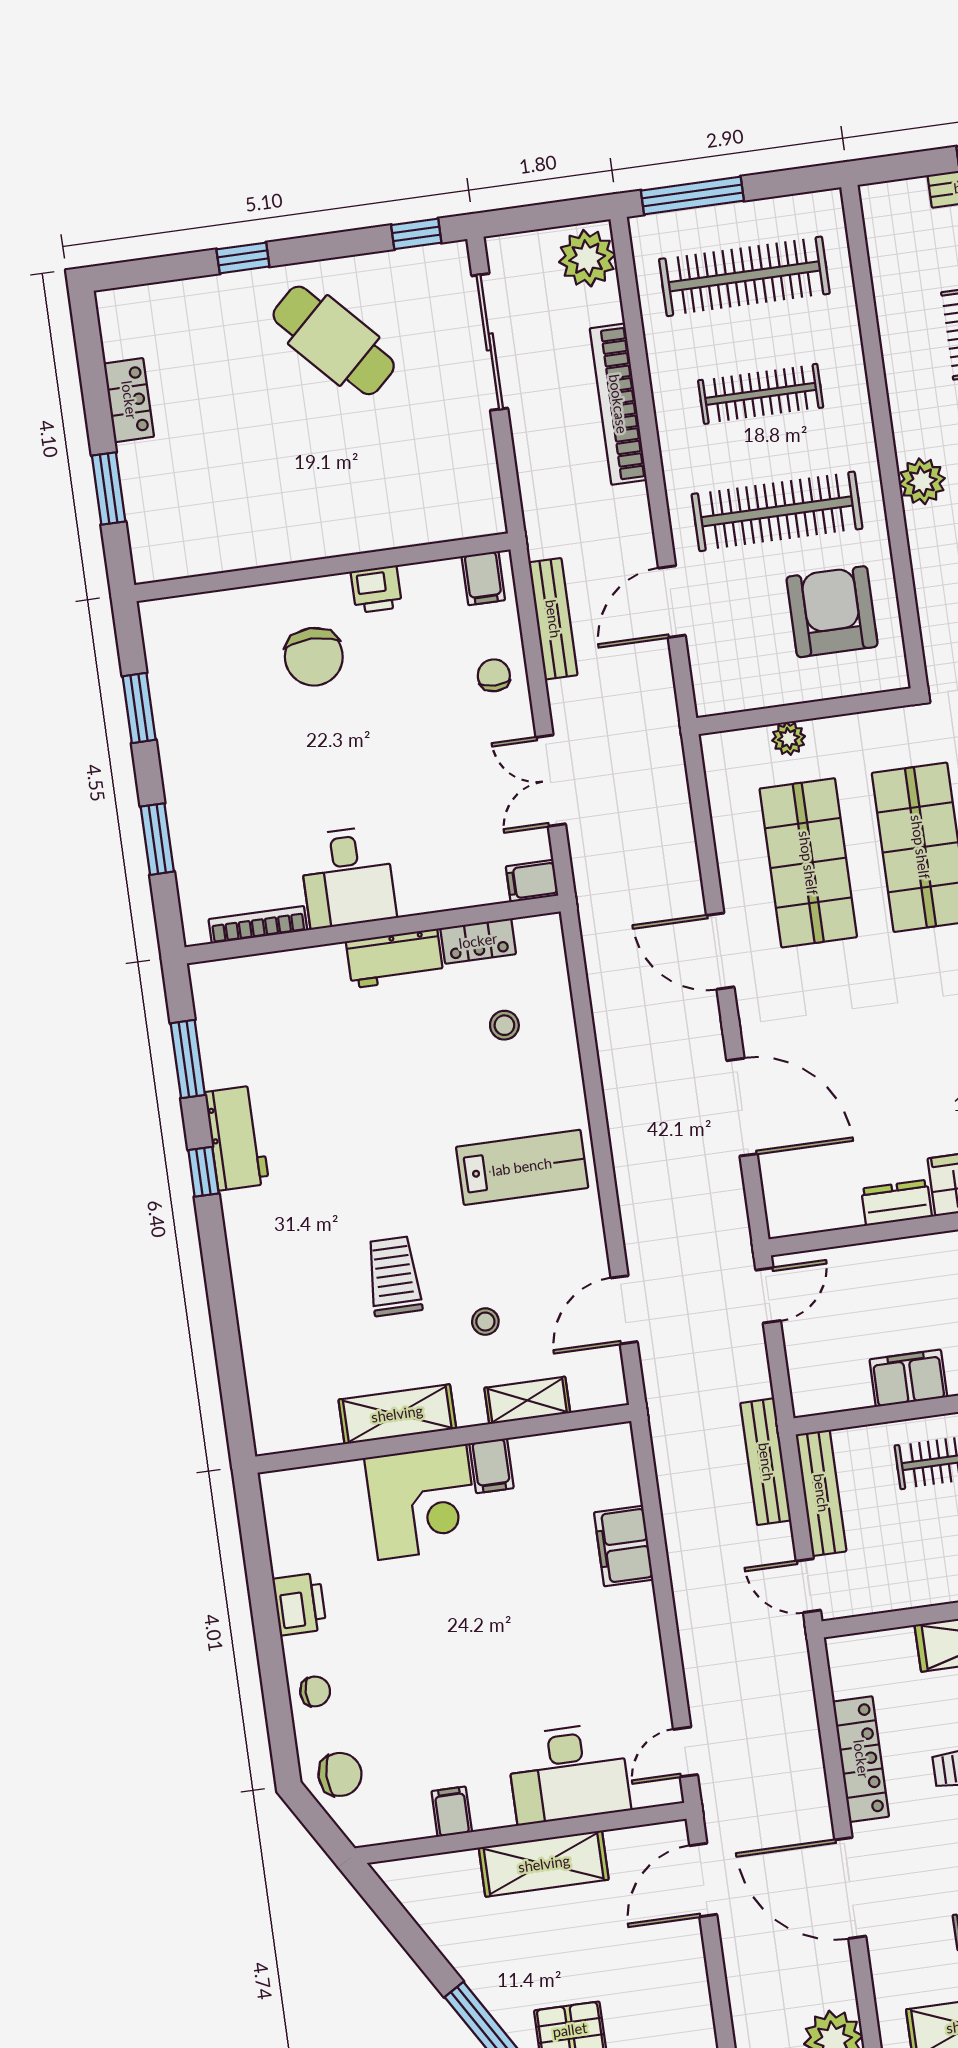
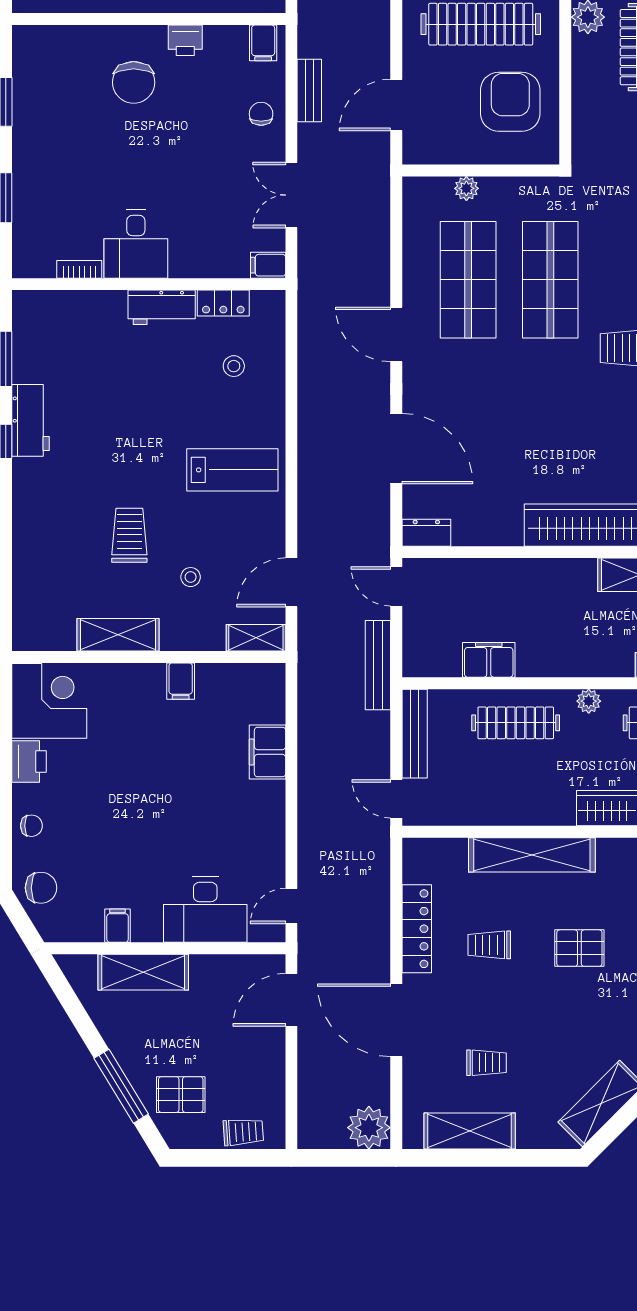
door: (672, 602) -> (396, 105), moved
bench: (553, 619) -> (309, 90), width x0.73
bookcase: (258, 925) -> (79, 269), width x0.64
dresser: (897, 1203) -> (426, 533), moved
door: (768, 1295) -> (396, 586), swing flipped
shelving: (527, 1400) -> (256, 638), moved
bench: (766, 1462) -> (378, 665), moved
corner desk: (422, 1502) -> (49, 701), moved, turned -90
shelving: (544, 1864) -> (143, 972), moved

